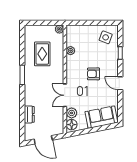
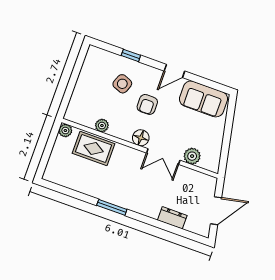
side table: (106, 37) -> (122, 84), moved
rug: (42, 54) -> (94, 148), moved
sofa: (101, 117) -> (204, 99), moved, turned -79
floor lamp: (72, 125) -> (141, 138), moved

